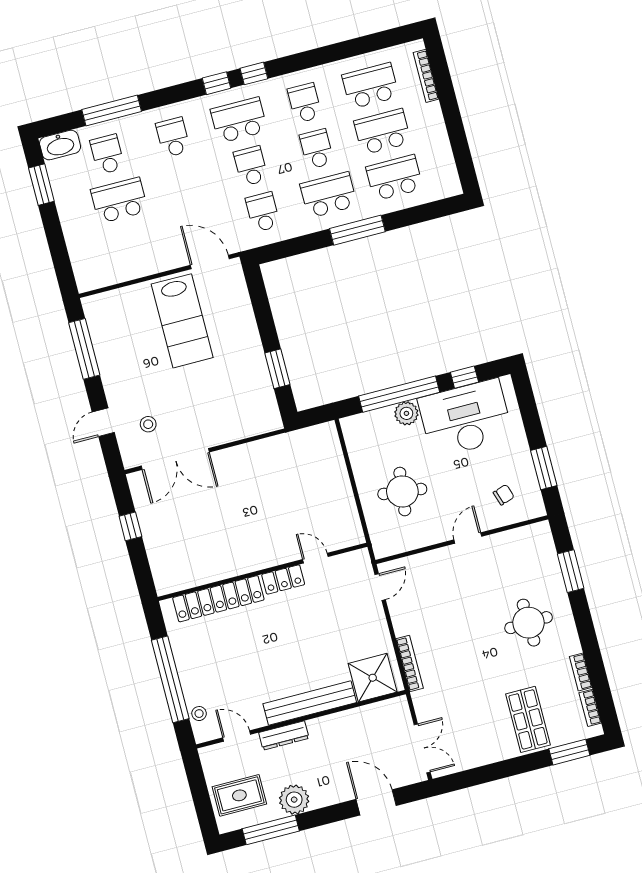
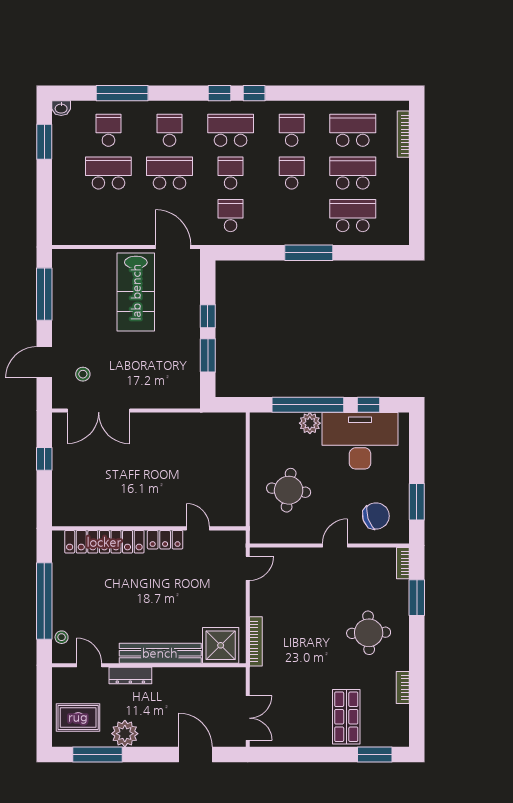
washbasin: (60, 145) -> (61, 108), width x0.52, depth x0.69
school desk: (329, 195) -> (170, 173), moved
window: (266, 327) -> (208, 316), added
door: (103, 422) -> (44, 362), width x1.38
chair: (504, 495) -> (376, 516), width x1.87, depth x1.87
bookcase: (590, 708) -> (403, 563), moved

